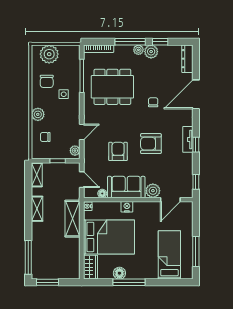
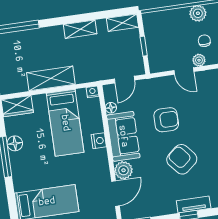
chair: (45, 137) -> (204, 41), moved
armchair: (151, 144) -> (182, 159), turned -40
plant: (75, 151) -> (199, 60), moved
door: (170, 200) -> (115, 194), swing flipped
shelving: (72, 219) -> (51, 78), moved
bed: (109, 237) -> (65, 123), width x0.67

